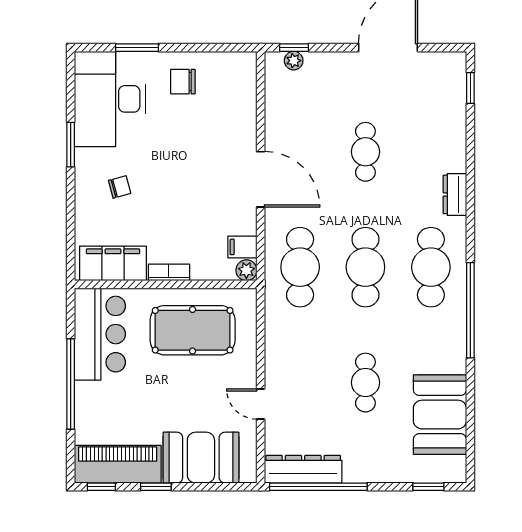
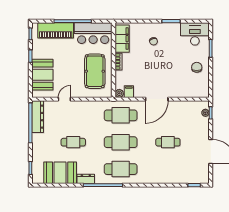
desk: (110, 99) -> (195, 34), width x0.73, depth x0.77
dresser: (455, 194) -> (86, 179), moved
piano: (118, 464) -> (56, 30), moved, turned 90

